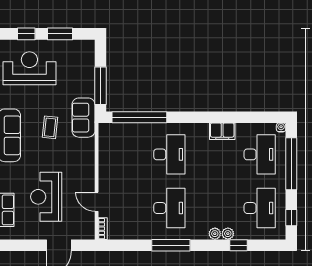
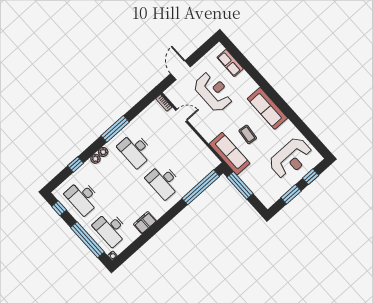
sofa: (84, 118) -> (229, 154), width x1.36
plant: (228, 234) -> (103, 152), moved

